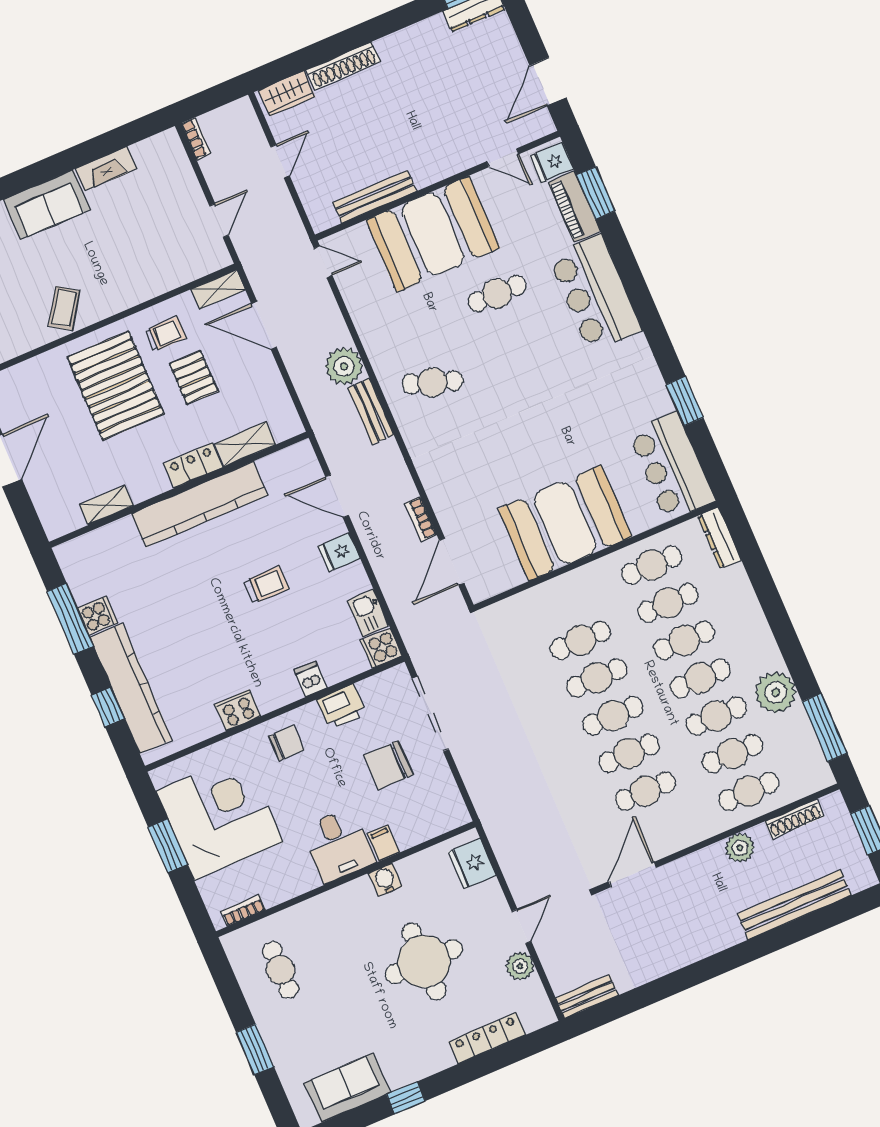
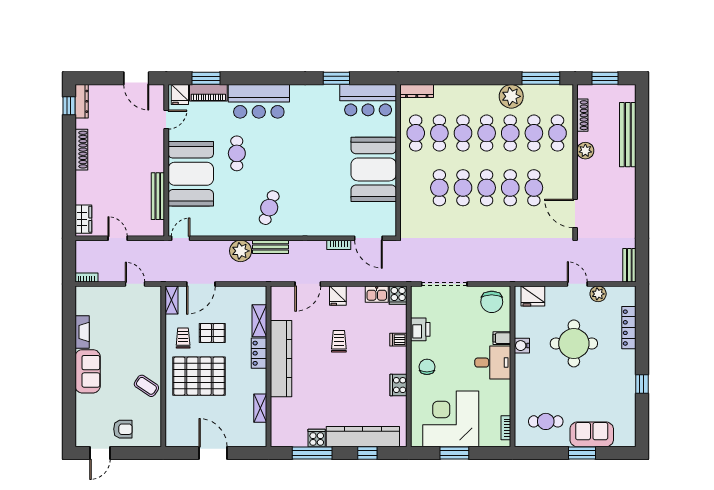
shoe rack: (343, 66) -> (81, 150), moved
chair: (388, 765) -> (492, 302), moved
sofa: (347, 1088) -> (592, 434), moved, turned 90

